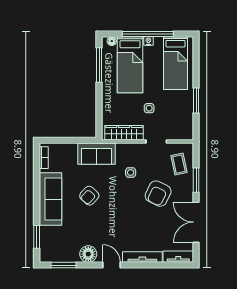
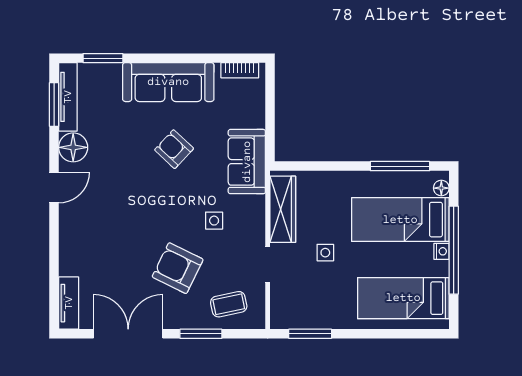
window: (196, 100) -> (310, 334), moved
tv unit: (142, 257) -> (68, 97), moved

